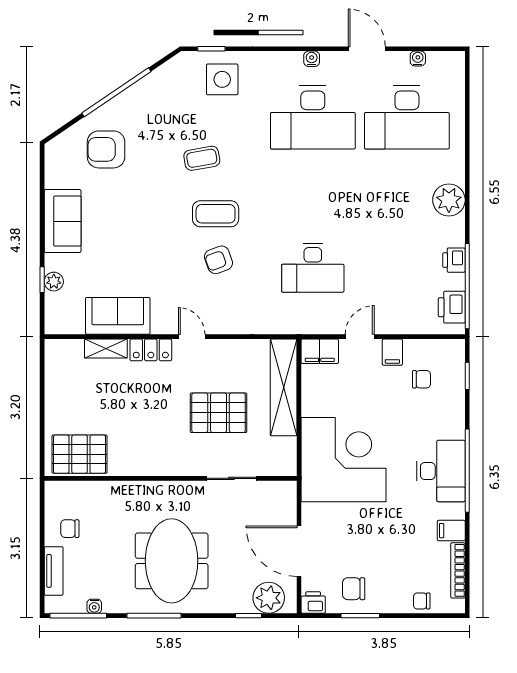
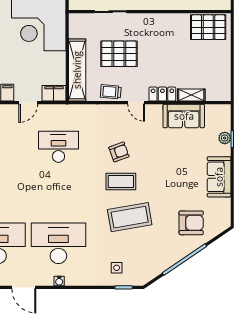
side table: (222, 79) -> (117, 268), width x0.54, depth x0.54
coffee table: (202, 158) -> (130, 217), width x1.86, depth x1.72
trolley: (231, 354) -> (111, 92), added

